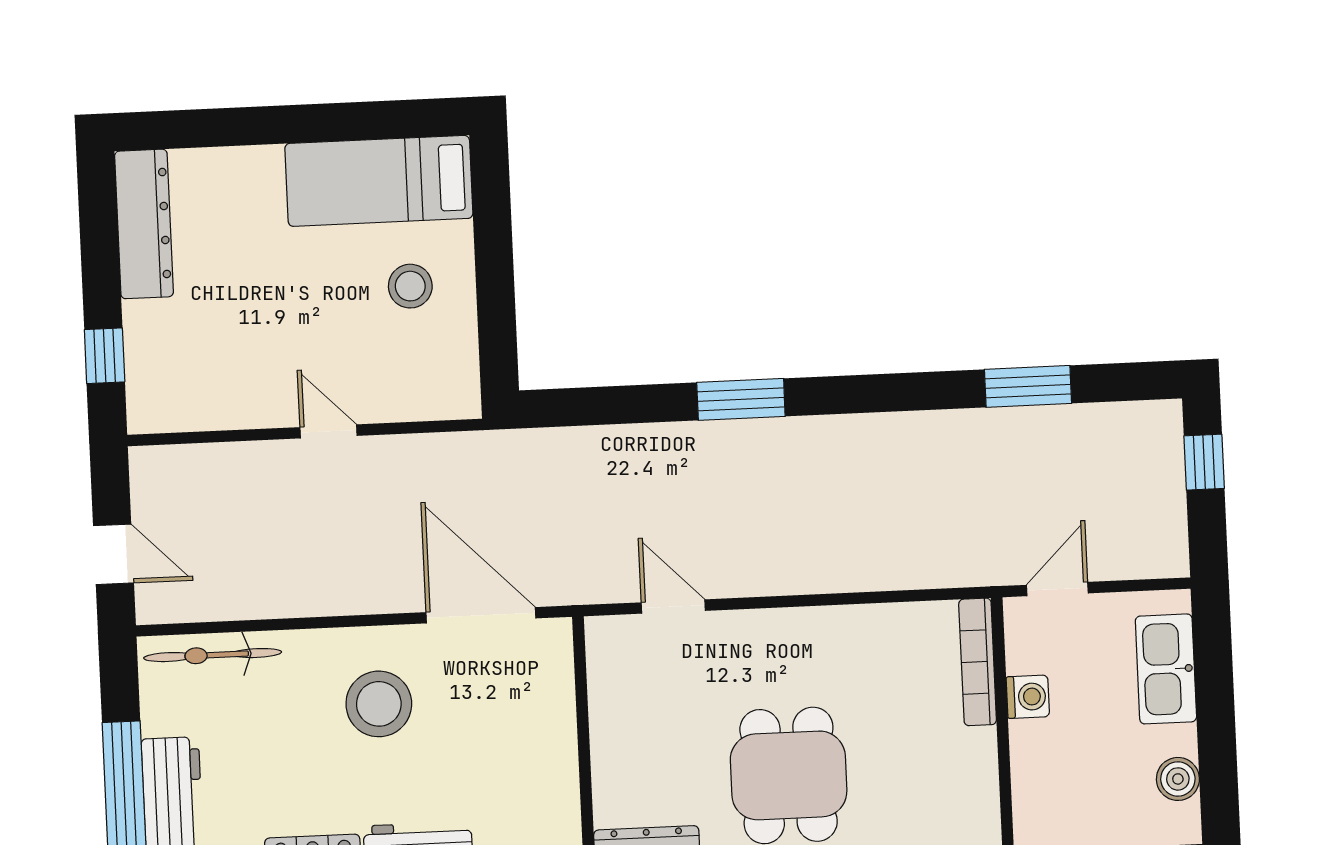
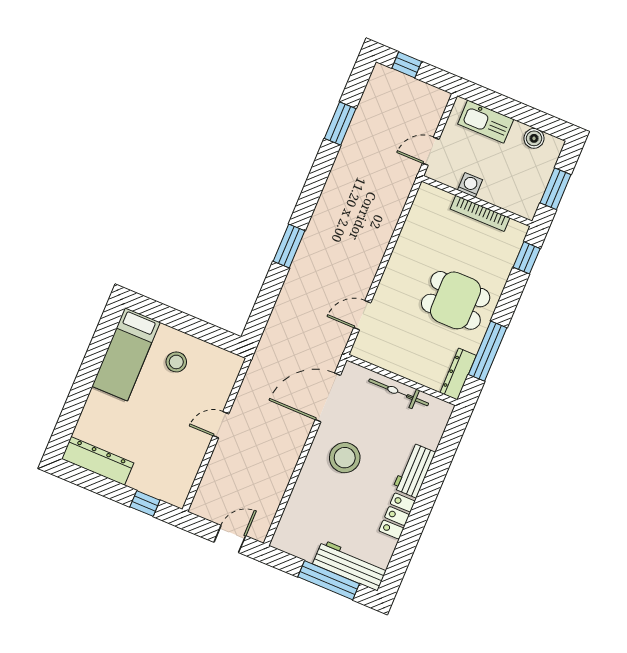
door: (1057, 589) -> (431, 151), hinge flipped
bicycle: (213, 655) -> (399, 392), moved, turned 90
bookcase: (978, 662) -> (480, 213), moved

